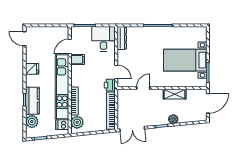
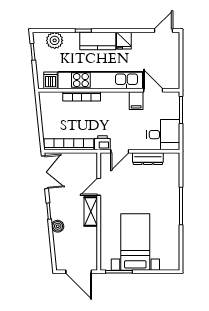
dresser: (122, 38) -> (148, 159), moved
door: (143, 88) -> (99, 187), swing flipped
shelving: (175, 94) -> (91, 211), moved
kitchen counter: (32, 101) -> (98, 41), moved
plant: (77, 122) -> (54, 100), removed
double door: (132, 129) -> (45, 172), swing flipped

